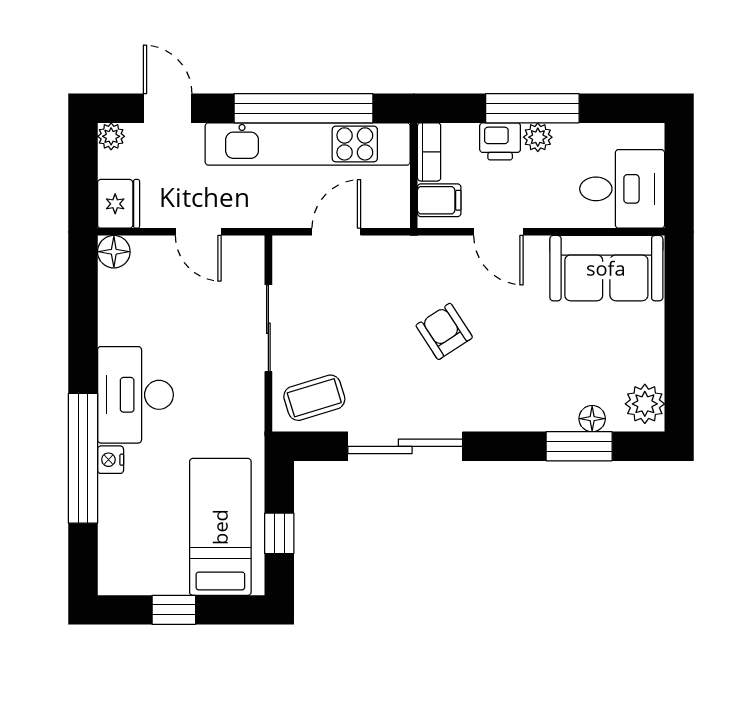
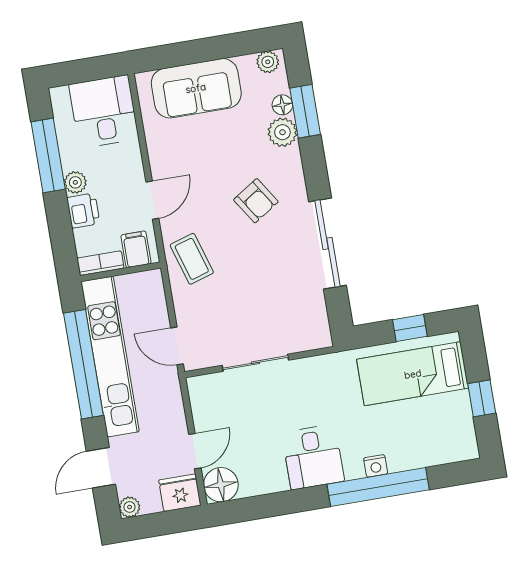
window: (532, 108) -> (48, 155), moved
door: (198, 232) -> (195, 451), moved
door: (336, 232) -> (177, 346), moved
floor lamp: (114, 252) -> (221, 485), width x1.38, depth x1.38
sofa: (606, 268) -> (196, 88), moved, turned 90
armchair: (444, 331) -> (256, 201), moved, turned -90
desk: (135, 395) -> (313, 457), width x0.73
coffee table: (314, 398) -> (192, 259), moved
plant: (645, 404) -> (268, 62), width x0.73, depth x0.73
plant: (557, 413) -> (282, 132), added

